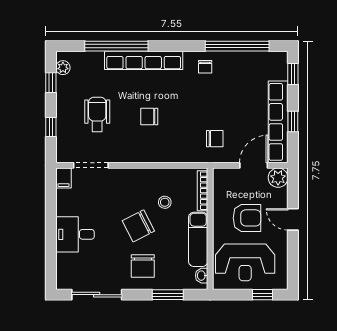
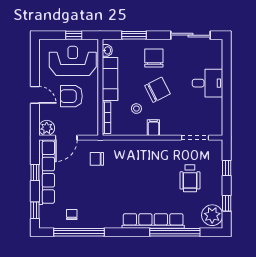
chair: (205, 67) -> (72, 215), moved
plant: (63, 68) -> (212, 215), width x1.87, depth x1.87
chair: (149, 116) -> (149, 176), removed
filing cabinet: (63, 178) -> (153, 128), moved
window: (263, 295) -> (74, 35), moved

